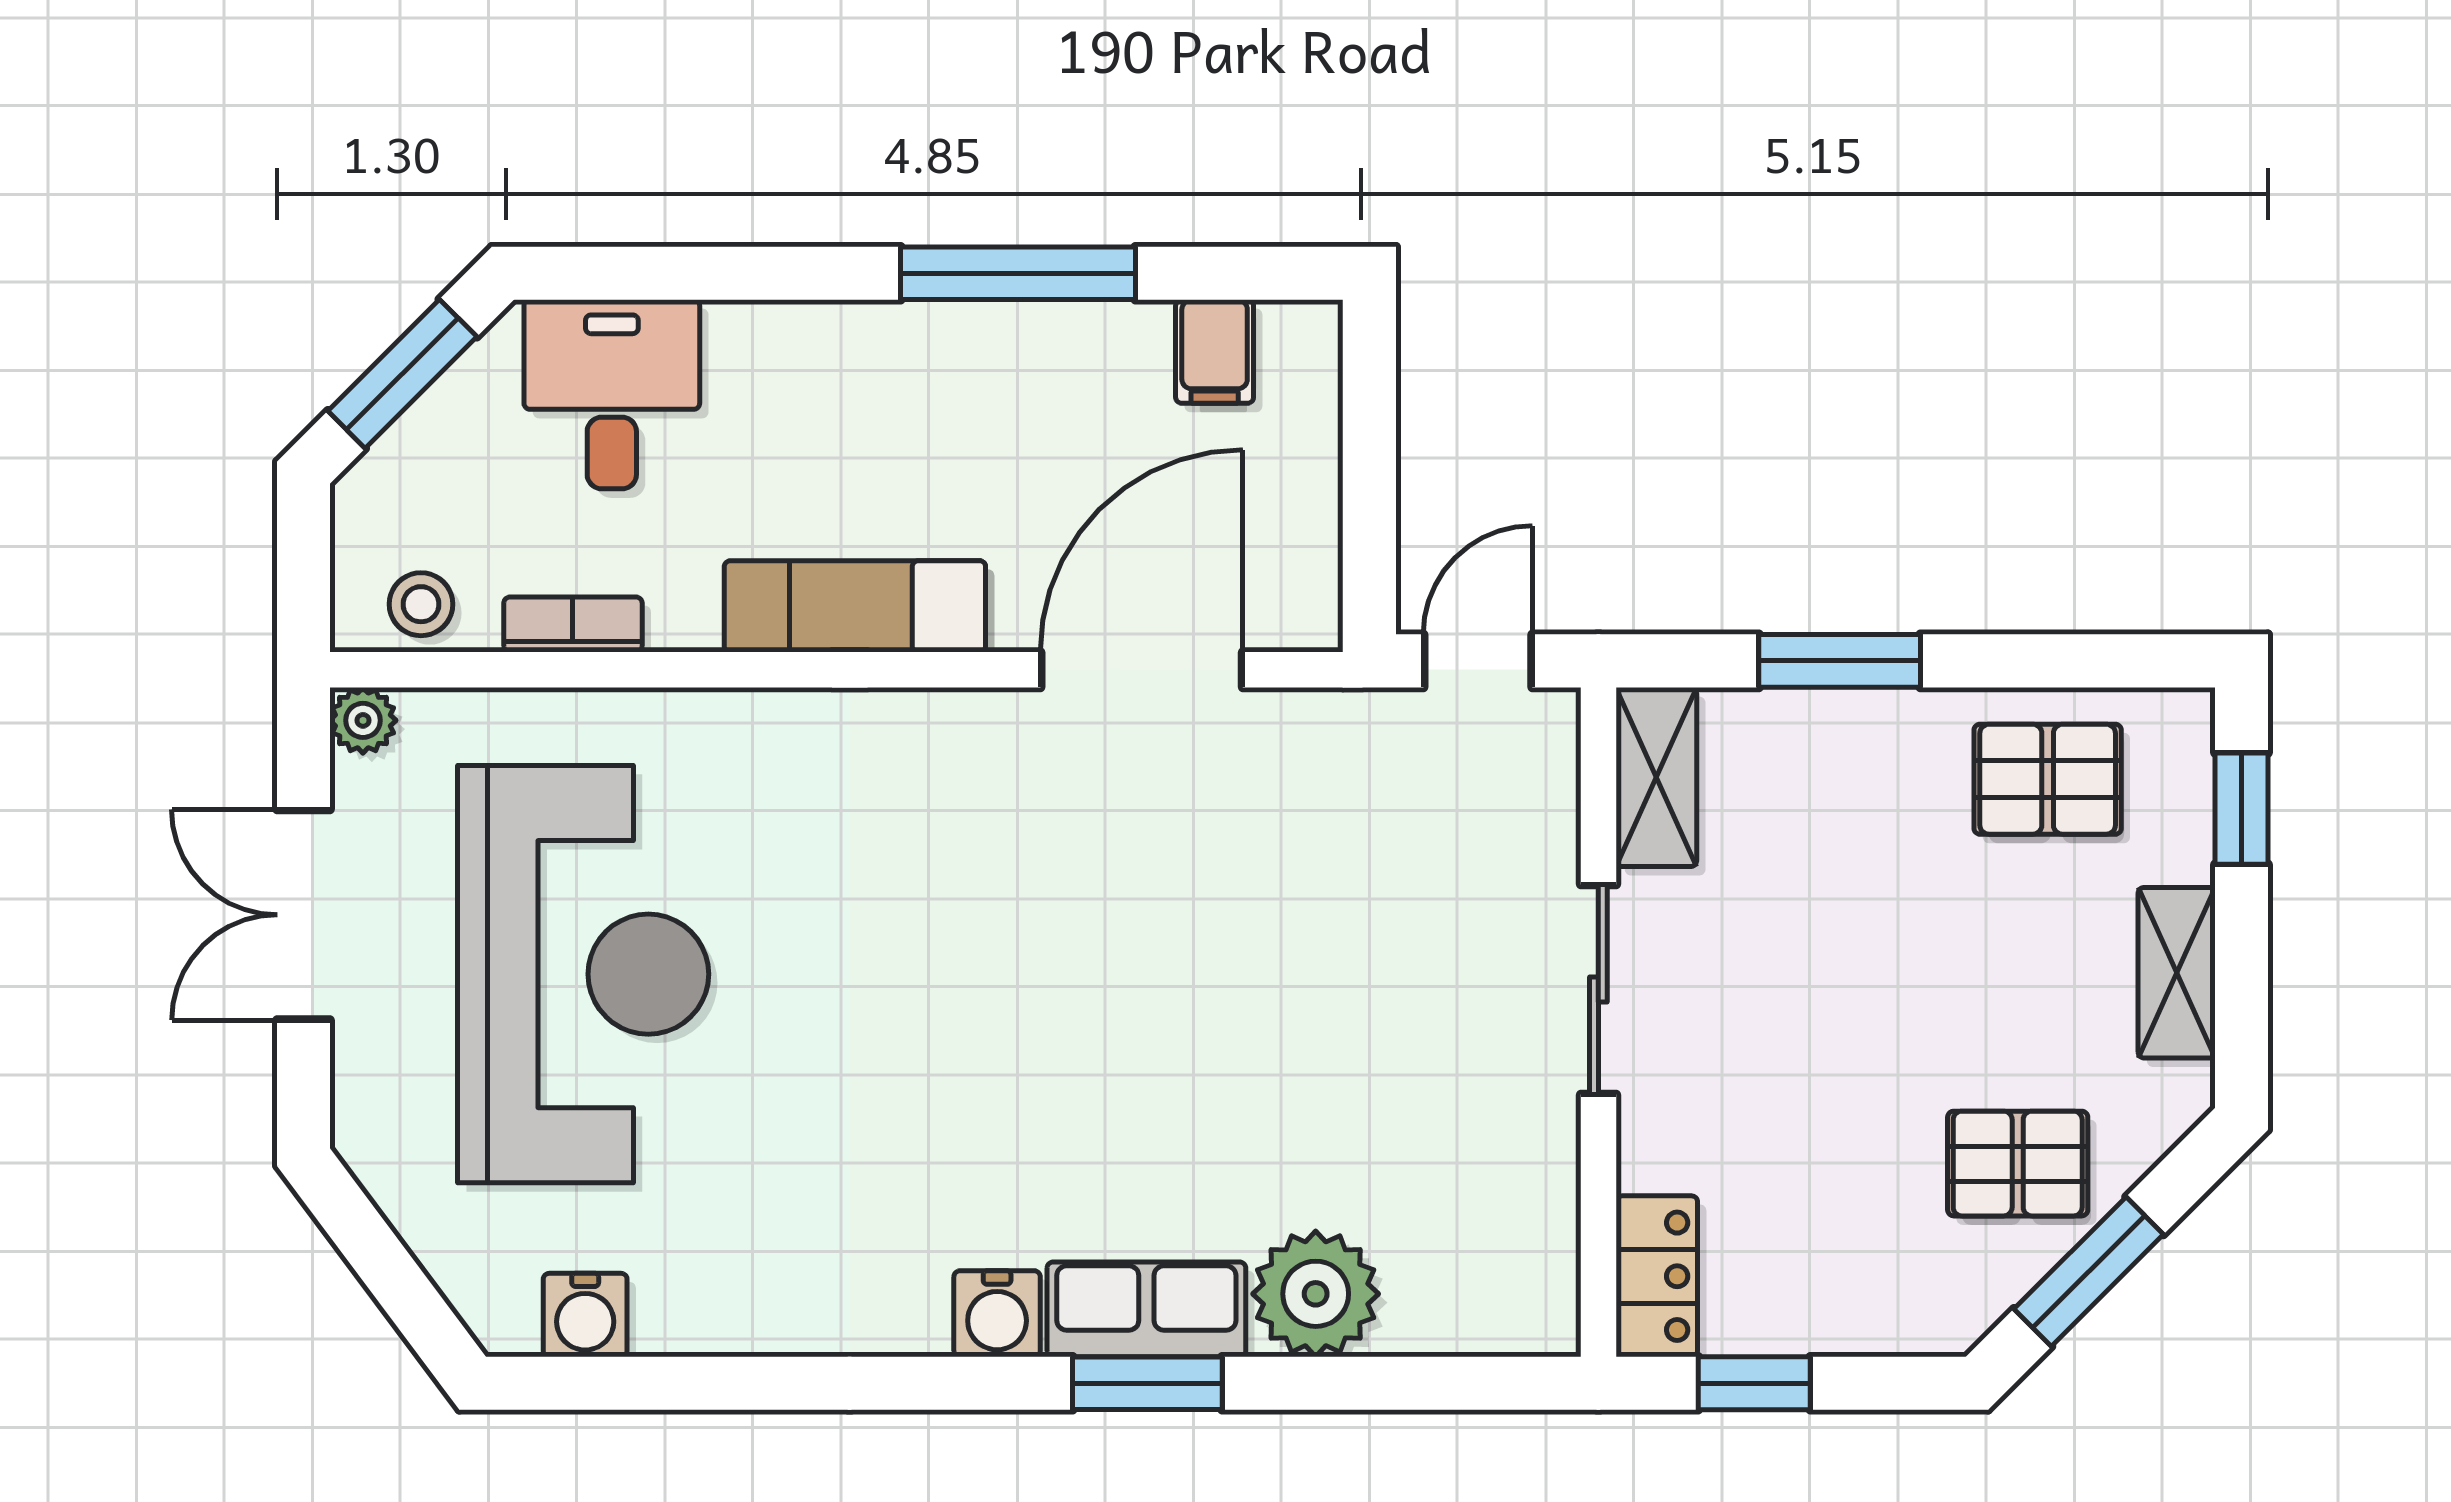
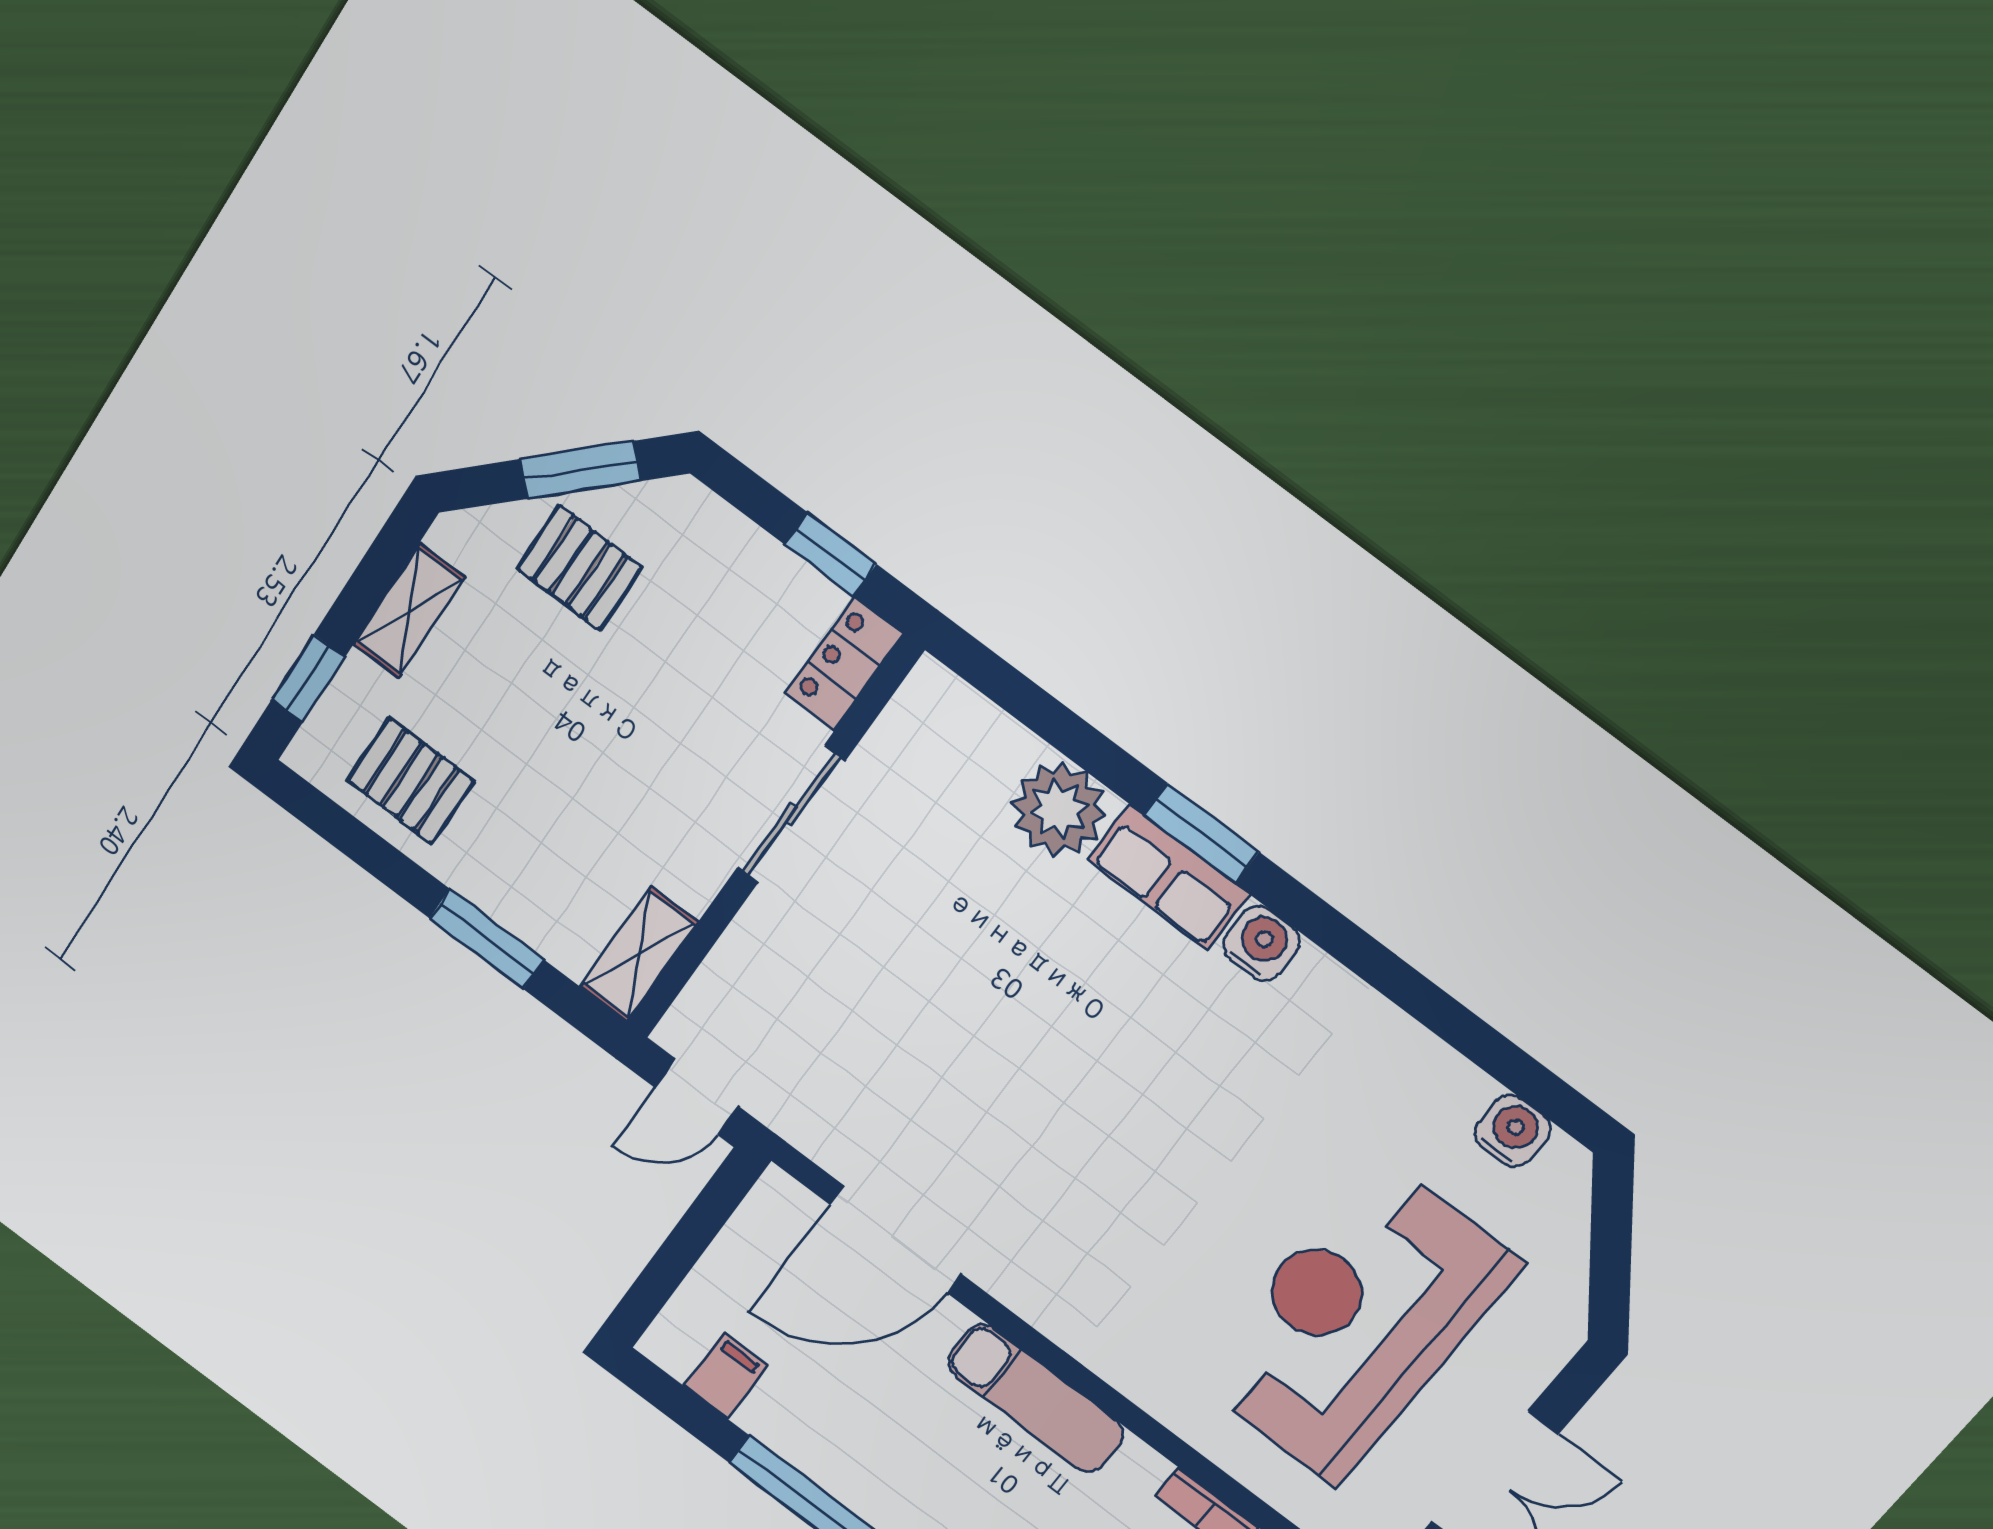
sliding door: (1598, 989) -> (791, 814), moved

